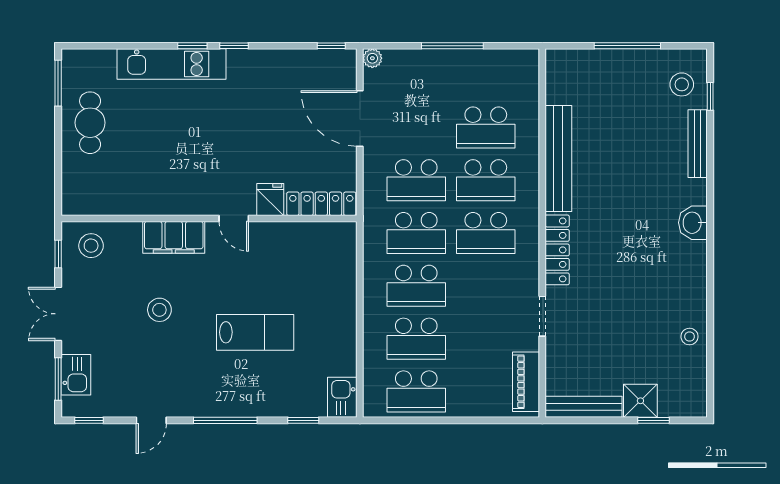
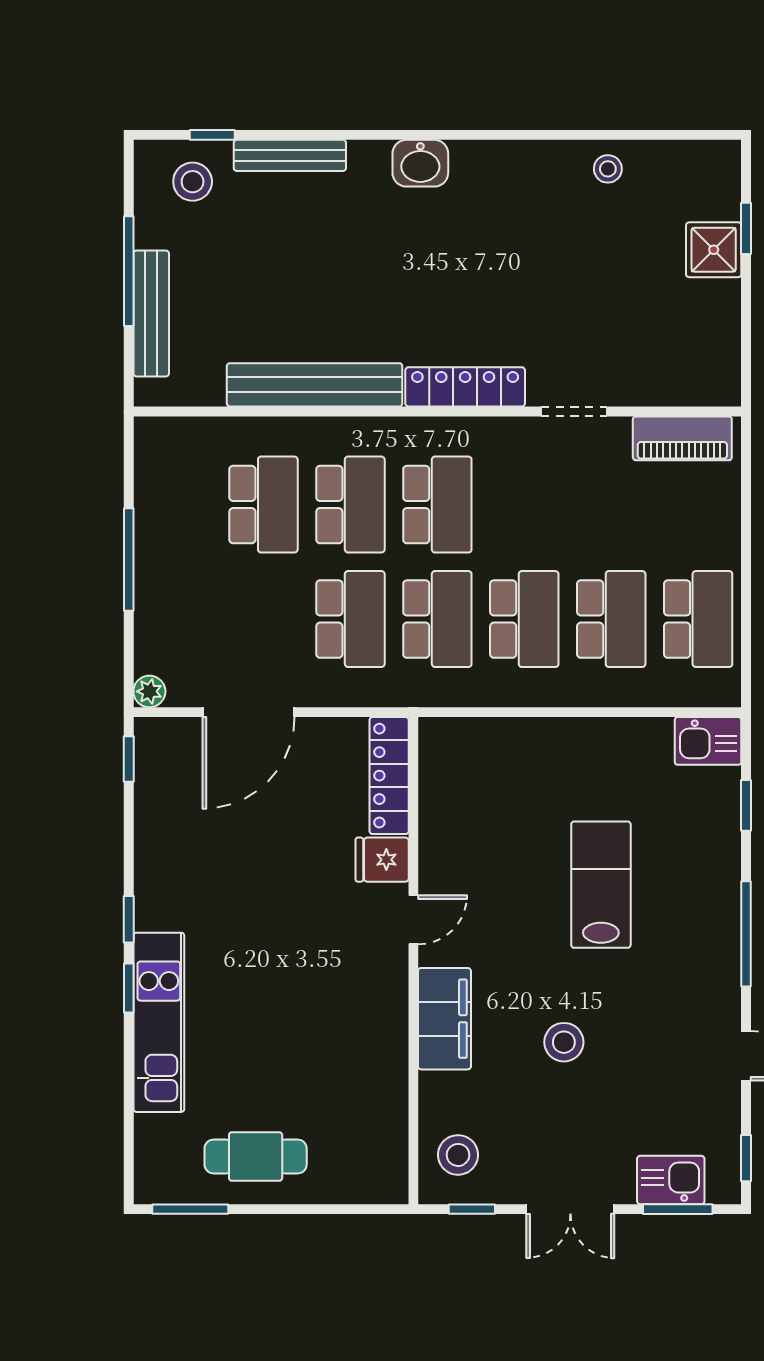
bench: (583, 407) -> (151, 313), moved

